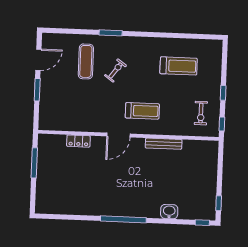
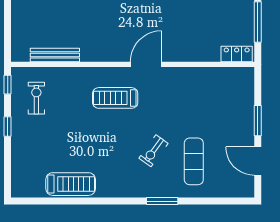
door: (38, 60) -> (258, 161), hinge flipped
treadmill: (179, 66) -> (71, 184), moved, turned 180
locker: (78, 141) -> (237, 54), moved
bench: (164, 144) -> (55, 55), moved

